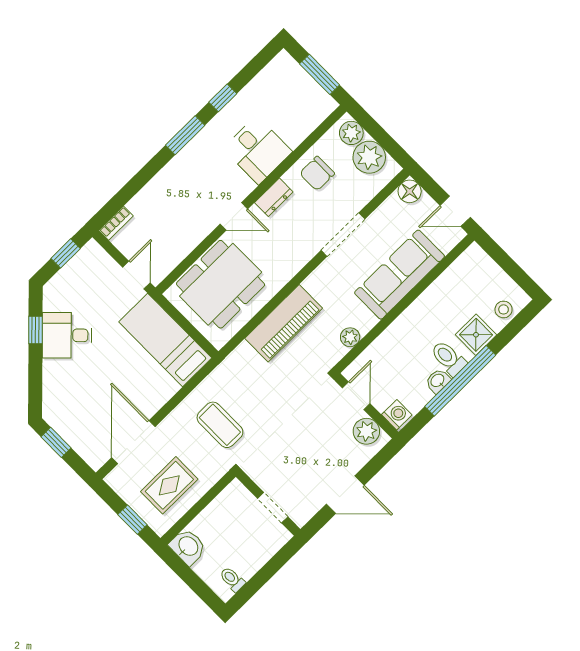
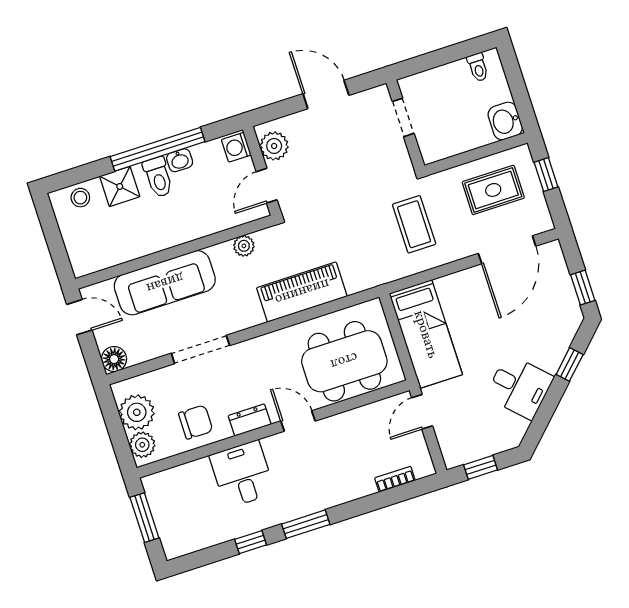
bookcase: (116, 223) -> (395, 479), moved
window: (36, 330) -> (570, 364), moved

